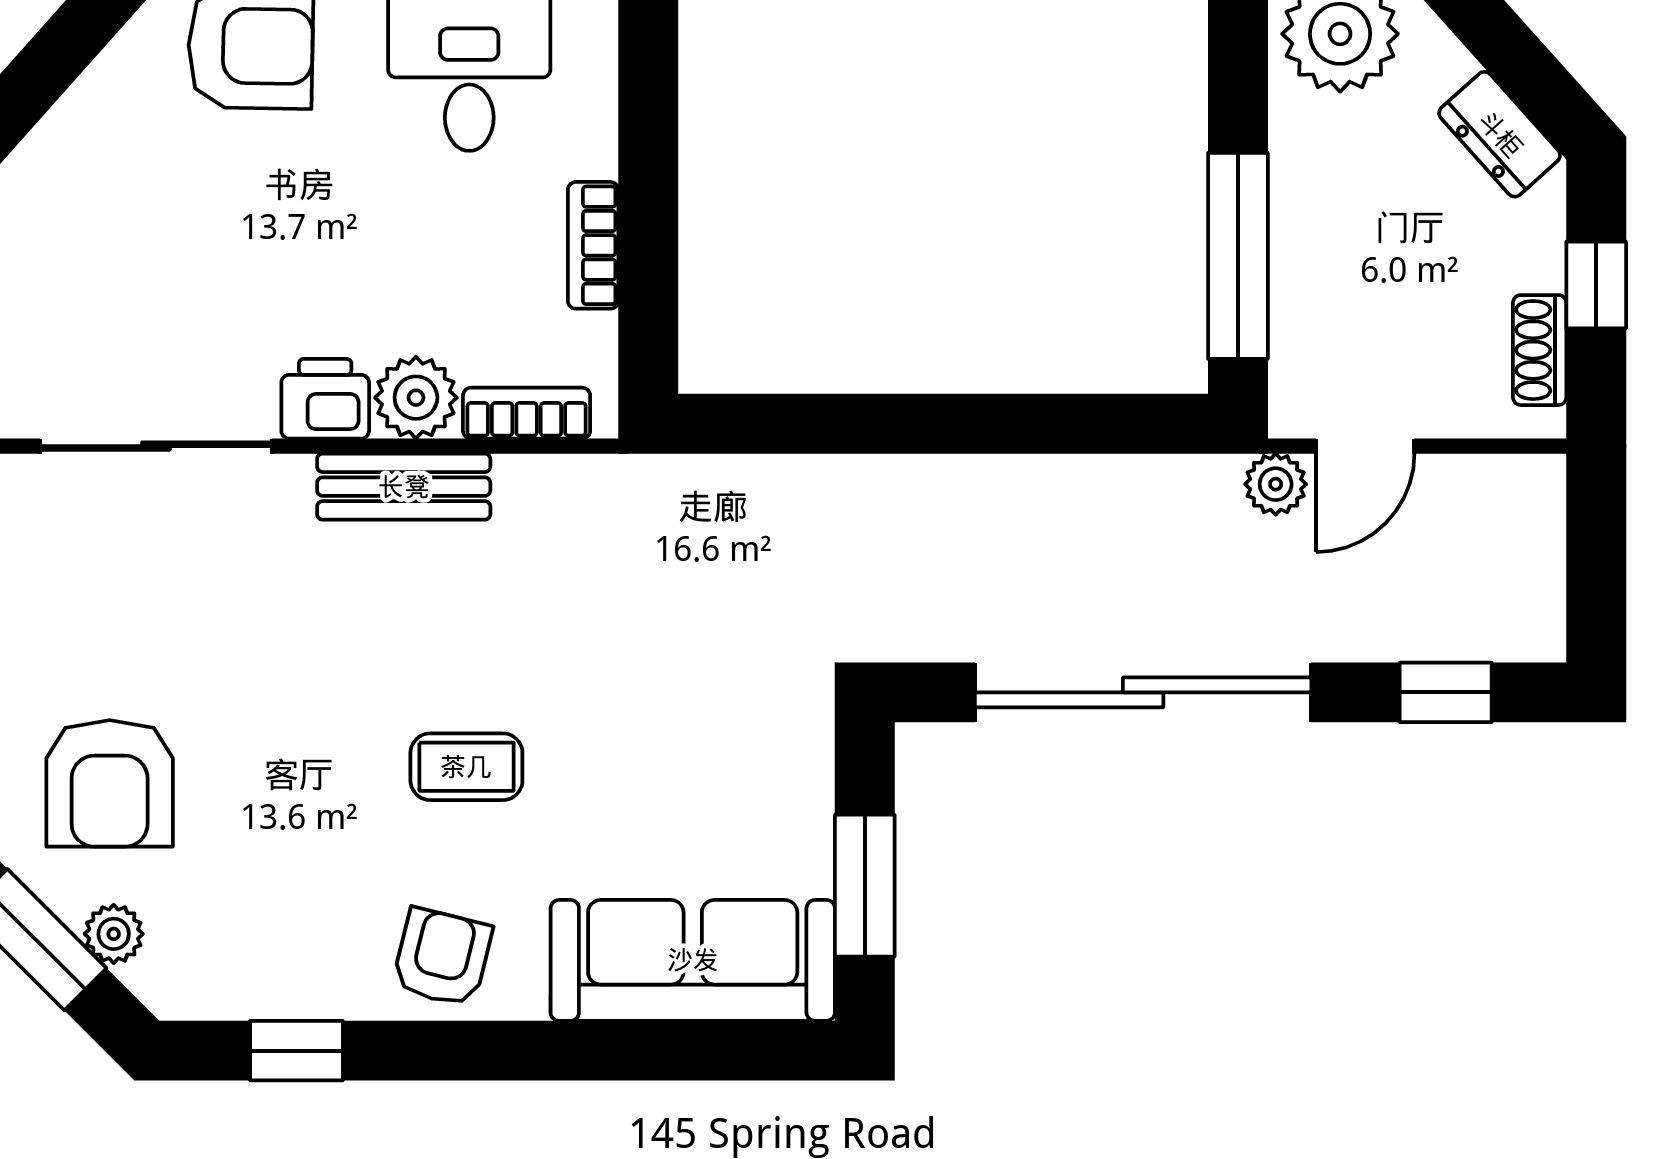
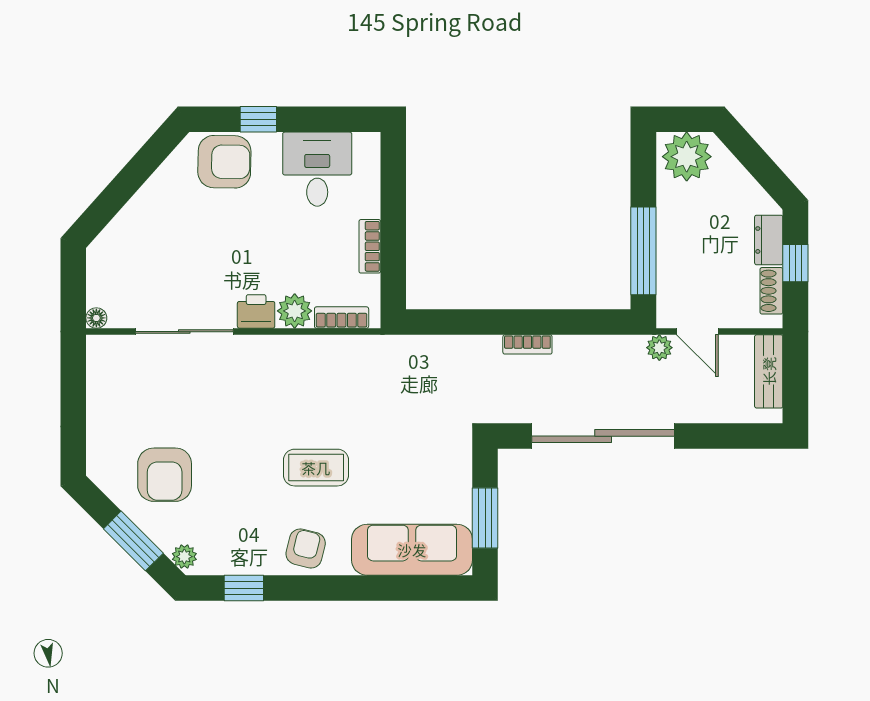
dresser: (1500, 134) -> (769, 240), moved, turned 42
door: (1365, 446) -> (697, 332), hinge flipped
bookcase: (965, 477) -> (527, 344), added
bench: (404, 487) -> (769, 371), moved, turned 90
window: (1446, 692) -> (732, 436), removed
coffee table: (466, 767) -> (316, 468), width x1.36, depth x1.30
plant: (114, 934) -> (184, 557), moved

